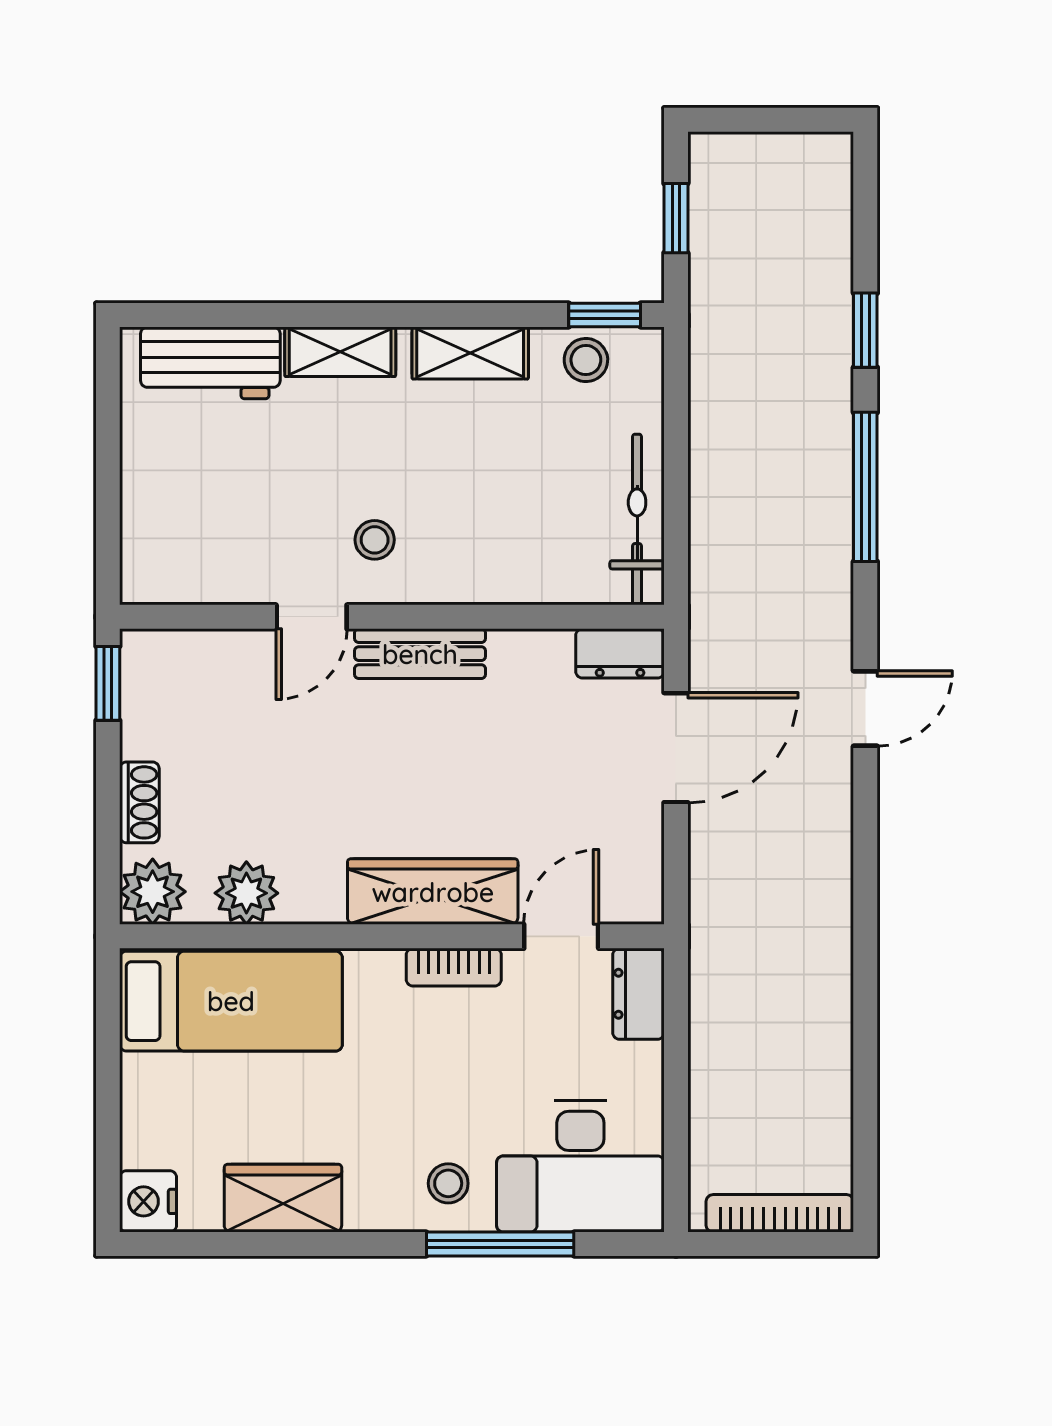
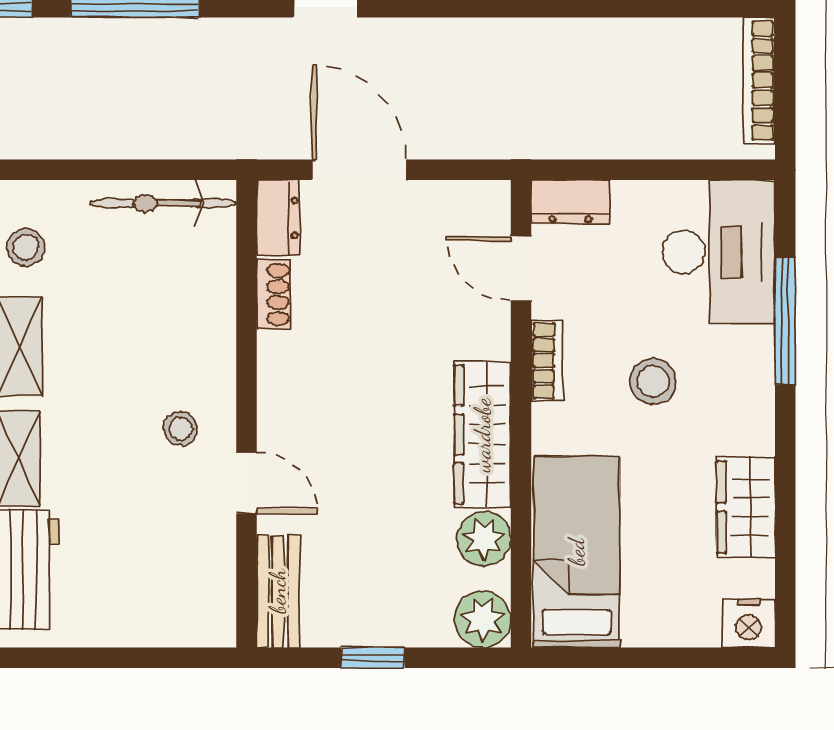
bench: (420, 654) -> (278, 591), moved
window: (108, 683) -> (373, 658), moved
shoe rack: (139, 802) -> (274, 295), moved, turned 90
wardrobe: (433, 892) -> (483, 435), moved
stool: (448, 1183) -> (653, 381), moved, width x1.37, depth x1.37

